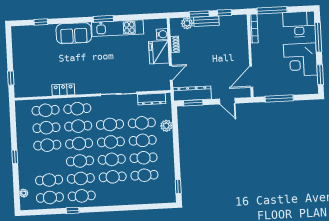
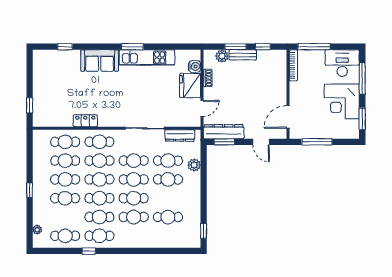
cafe table: (144, 158) -> (168, 198), removed
cafe table: (49, 180) -> (65, 198), moved

